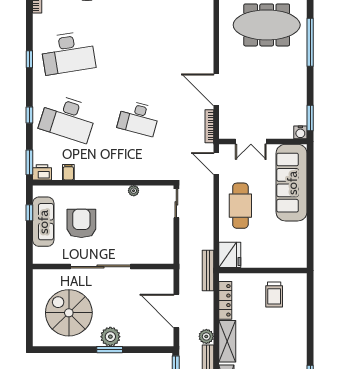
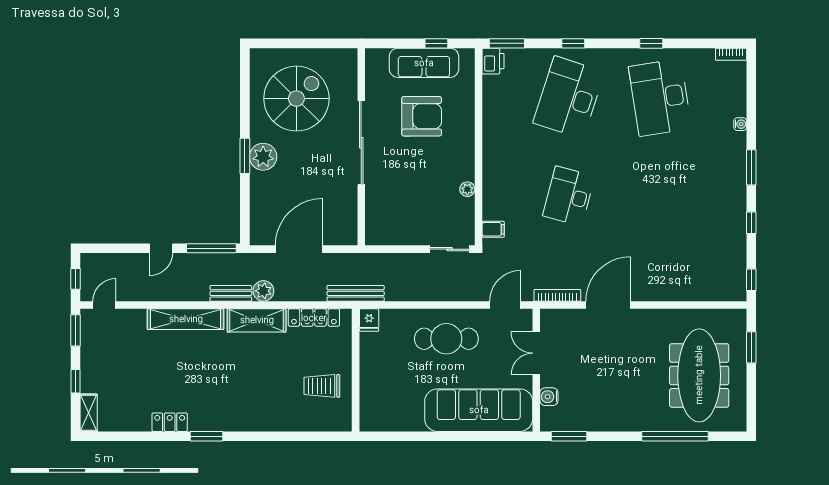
water cooler: (300, 132) -> (549, 397), moved
filing cabinet: (68, 172) -> (493, 229), moved
fridge: (230, 255) -> (369, 320), width x0.53, depth x0.75

